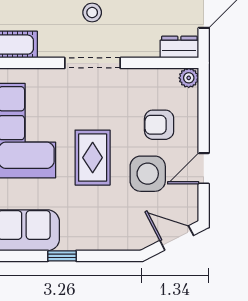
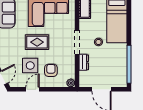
dresser: (179, 47) -> (84, 62), moved
door: (204, 168) -> (32, 89), hinge flipped

